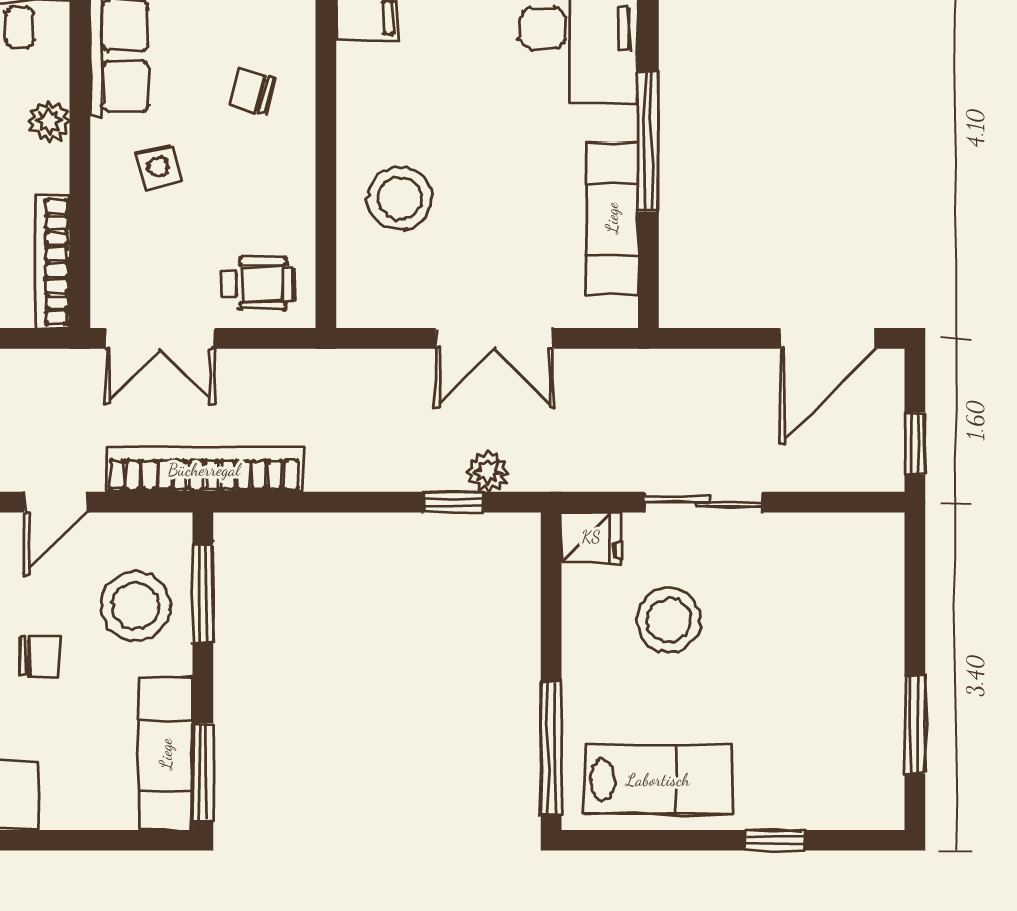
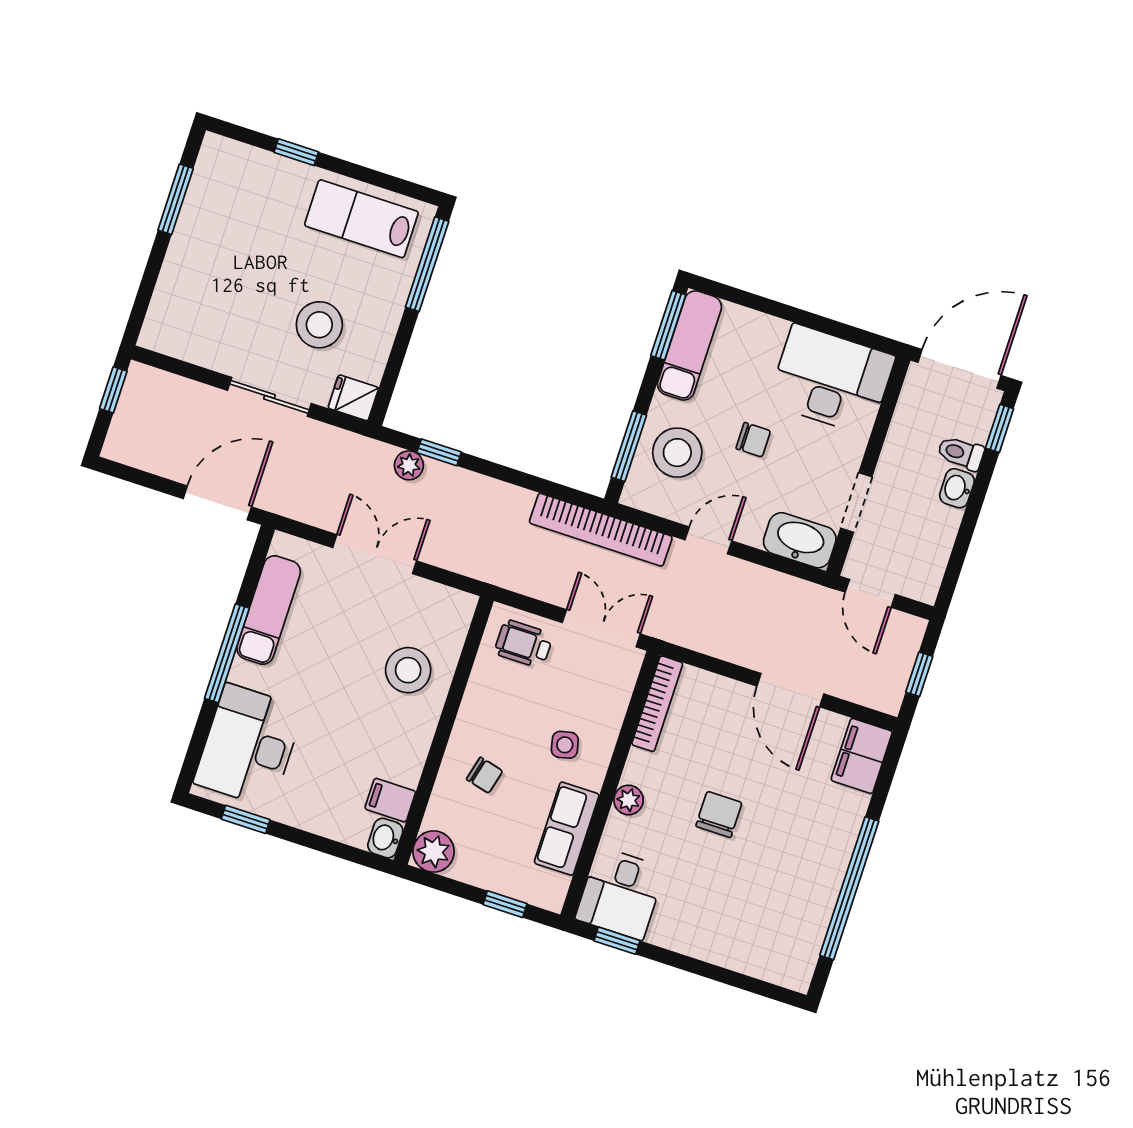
door: (827, 338) -> (217, 503), moved
chair: (40, 656) -> (753, 440), turned 180

